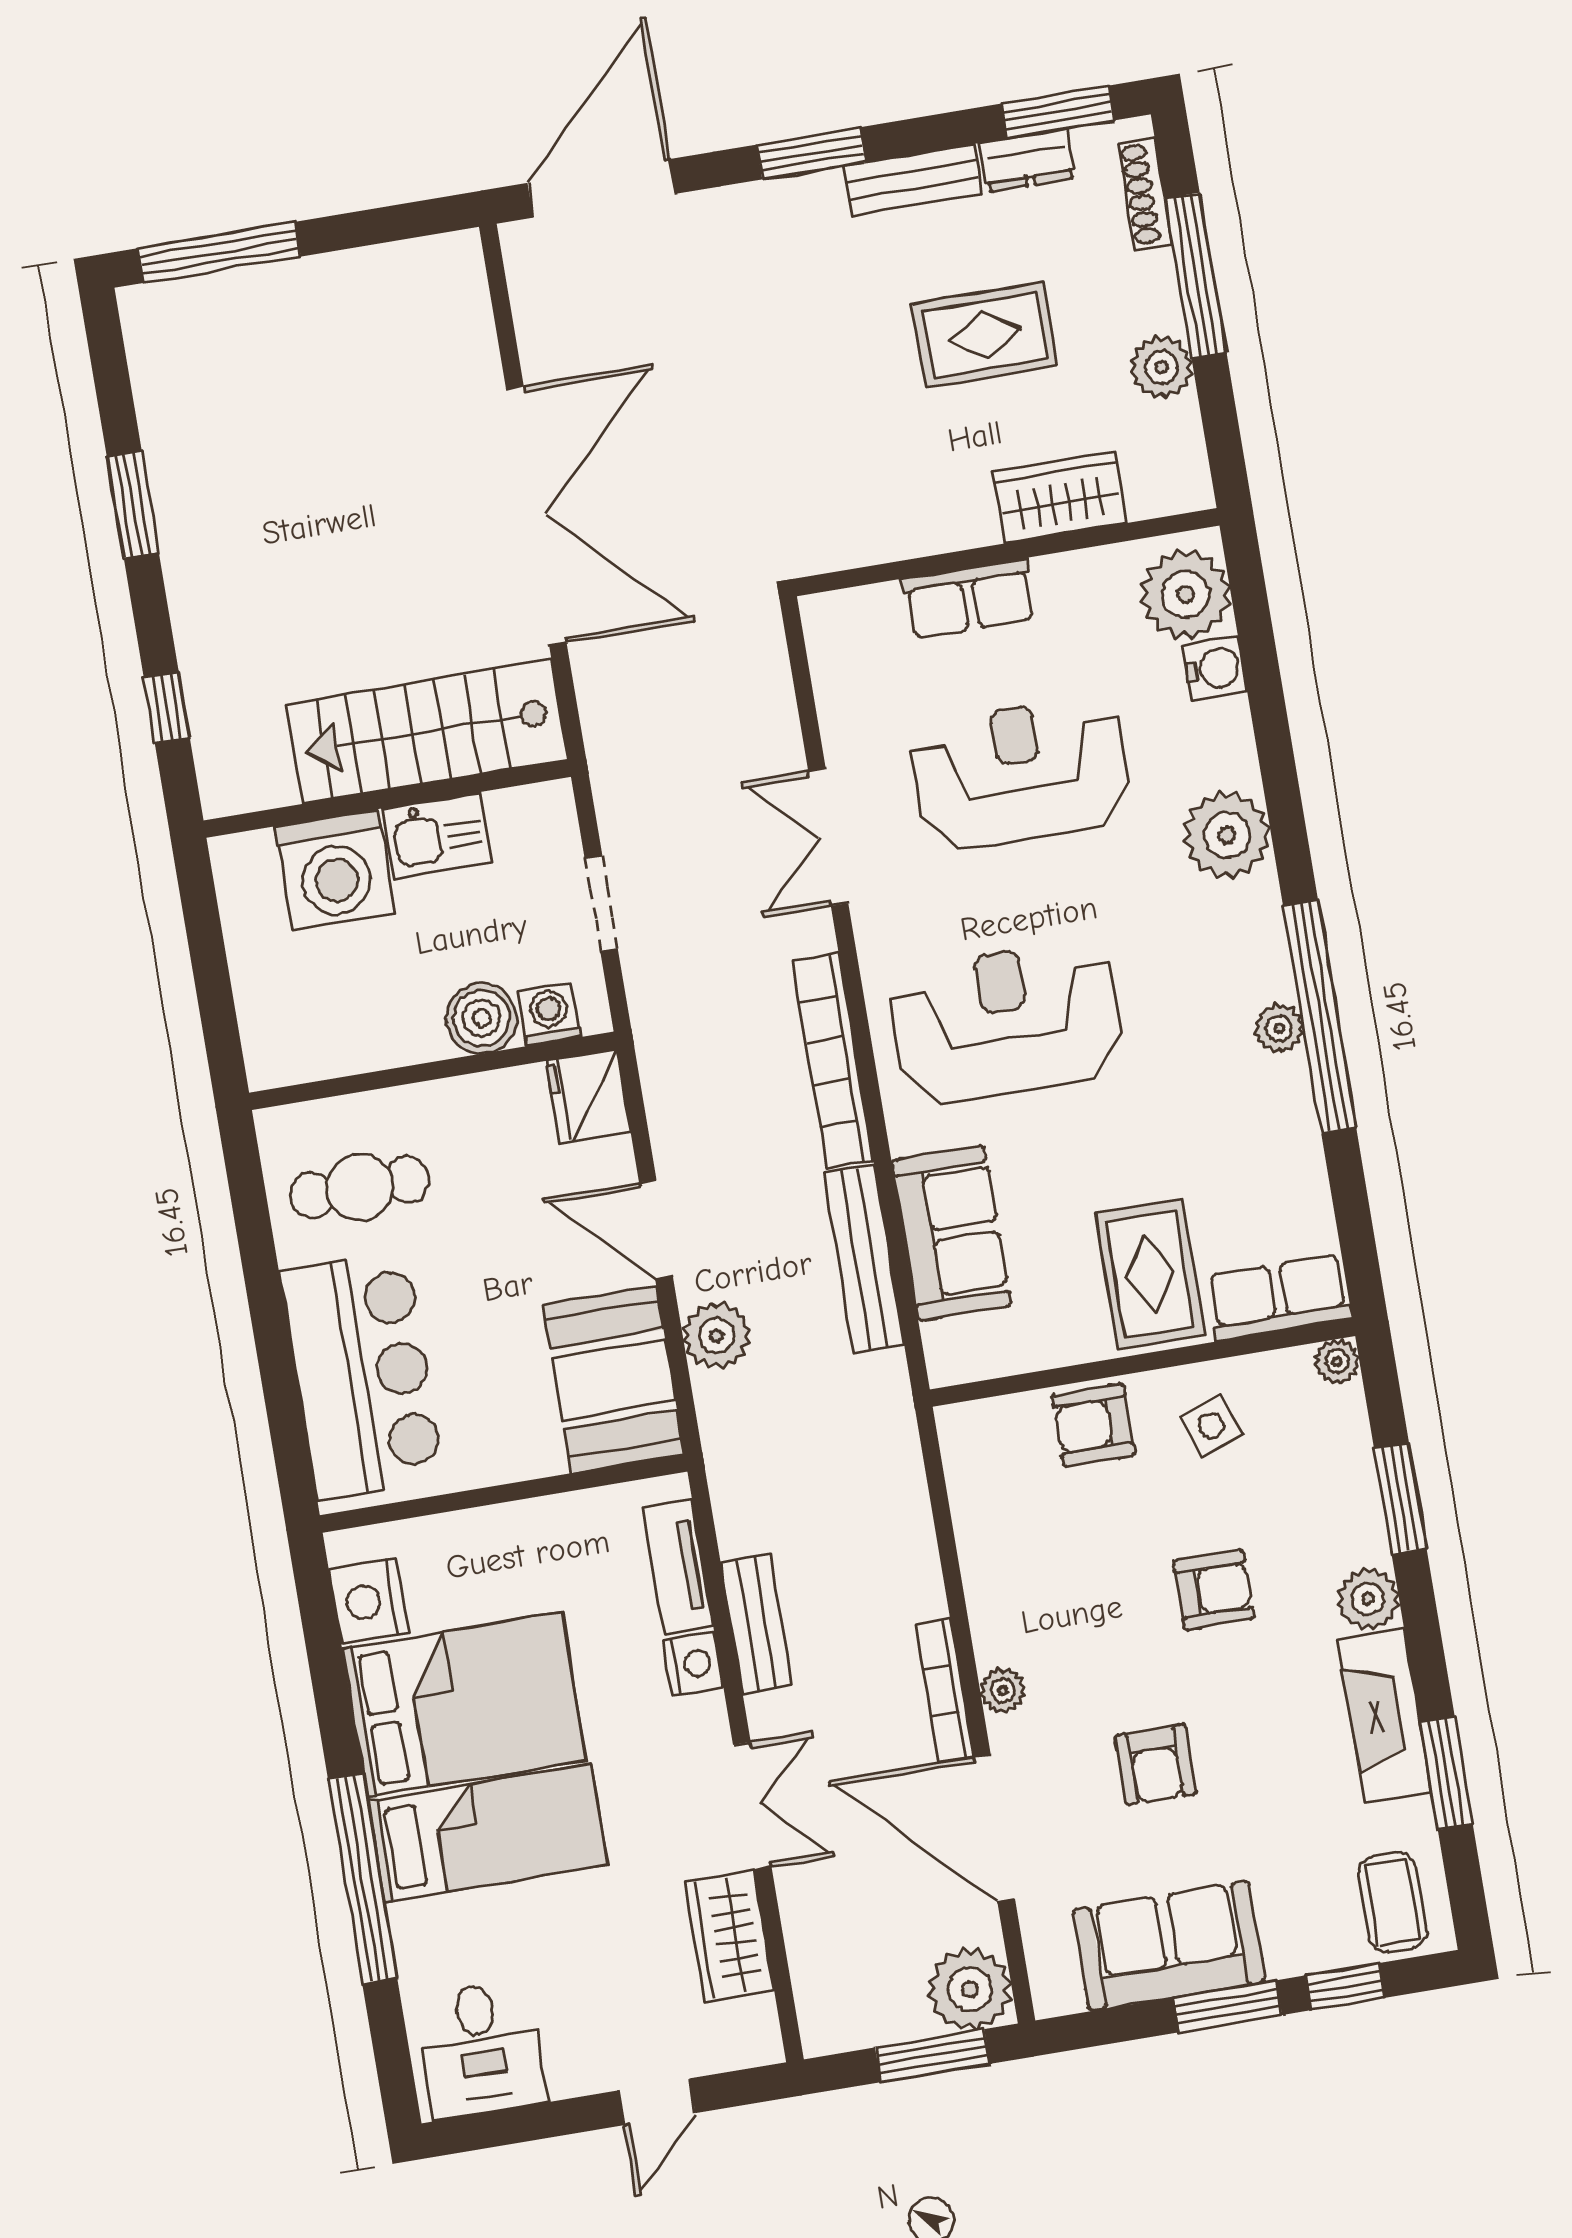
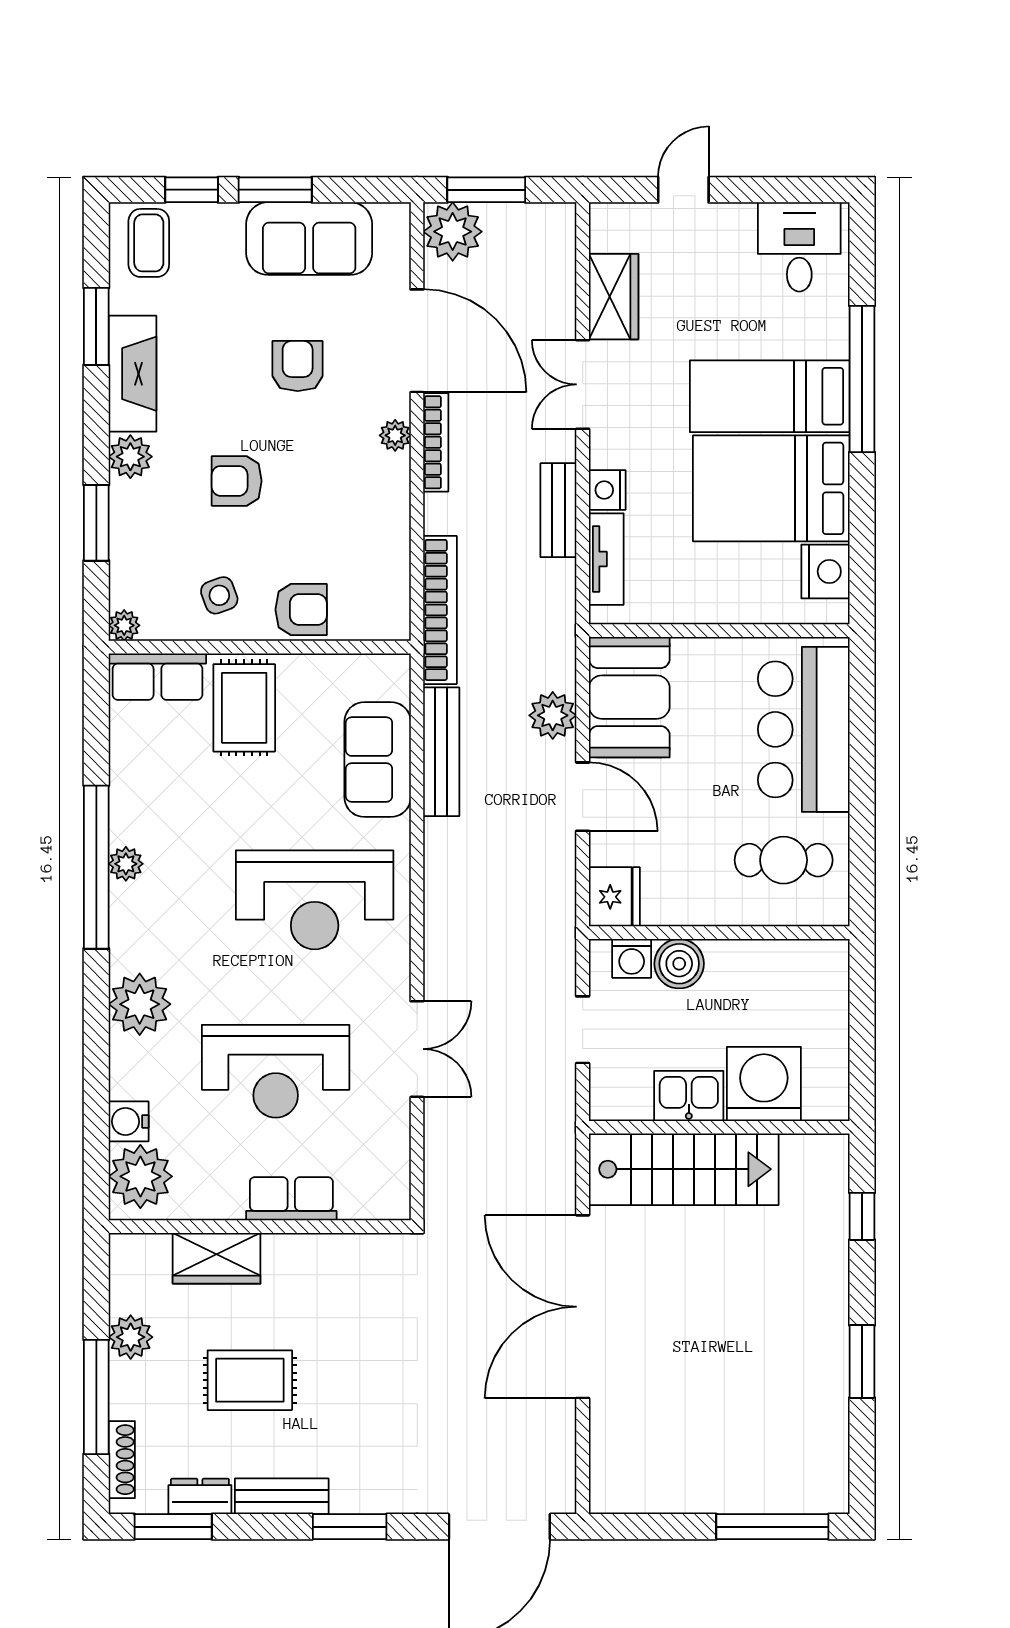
bookcase: (832, 1060) -> (440, 610), moved

